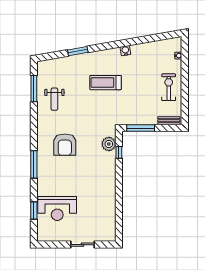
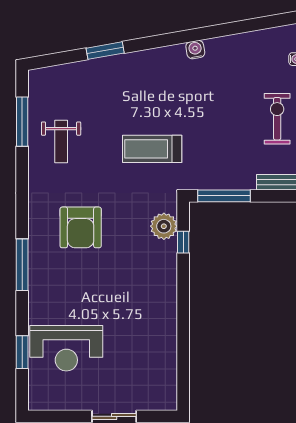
treadmill: (106, 83) -> (152, 149), moved

